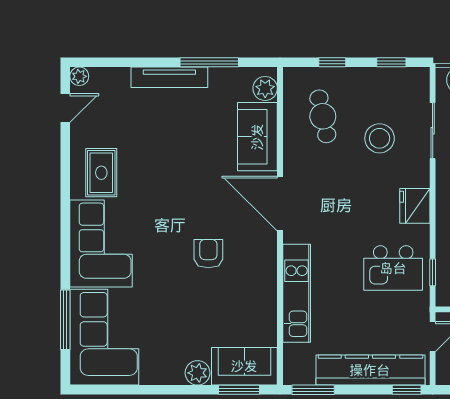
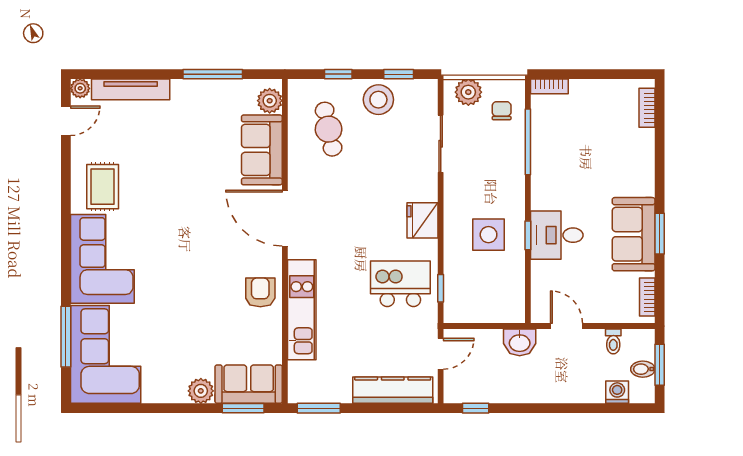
tv unit: (169, 77) -> (131, 89), moved
stool: (380, 138) -> (378, 100), moved
armchair: (208, 254) -> (260, 292), moved
kitchen island: (393, 268) -> (400, 284), turned 180
kitchen counter: (370, 370) -> (393, 390), width x0.72, depth x0.86
window: (407, 390) -> (414, 408), removed

